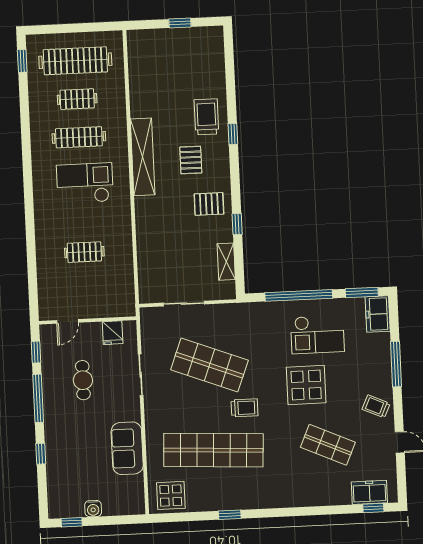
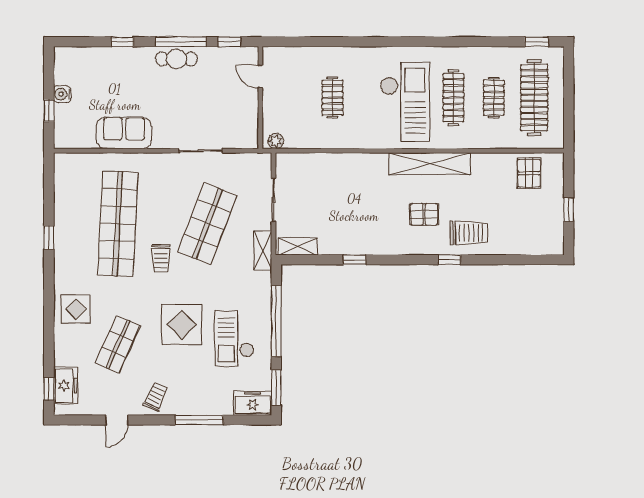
checkout: (85, 183) -> (405, 102), width x1.36, depth x1.21
pallet: (209, 204) -> (529, 173), moved
shelving: (226, 262) -> (298, 246), moved
plant: (128, 304) -> (276, 141), added
shelving: (232, 311) -> (263, 251), added
fridge: (113, 333) -> (246, 123), removed
cafe table: (83, 380) -> (176, 59), moved
display table: (171, 495) -> (76, 309), moved
window: (72, 522) -> (49, 111), moved

